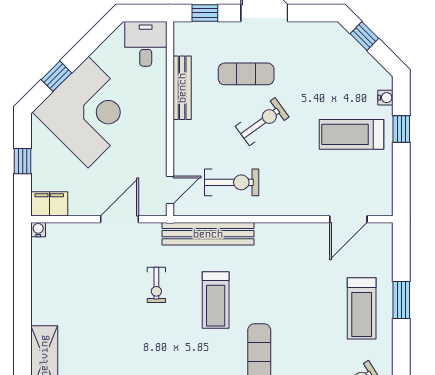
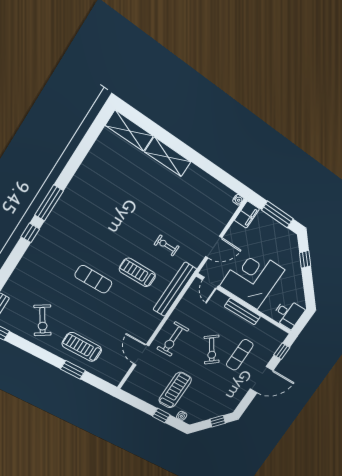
bench: (182, 88) -> (242, 311), moved
corner desk: (88, 112) -> (252, 278), moved, turned 135
window: (23, 161) -> (277, 214), width x2.17
exercise bike: (232, 182) -> (173, 339), moved
door: (120, 219) -> (214, 247), hinge flipped
door: (348, 219) -> (141, 355), moved

